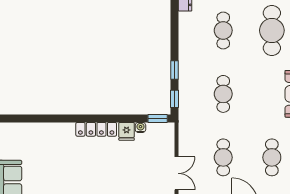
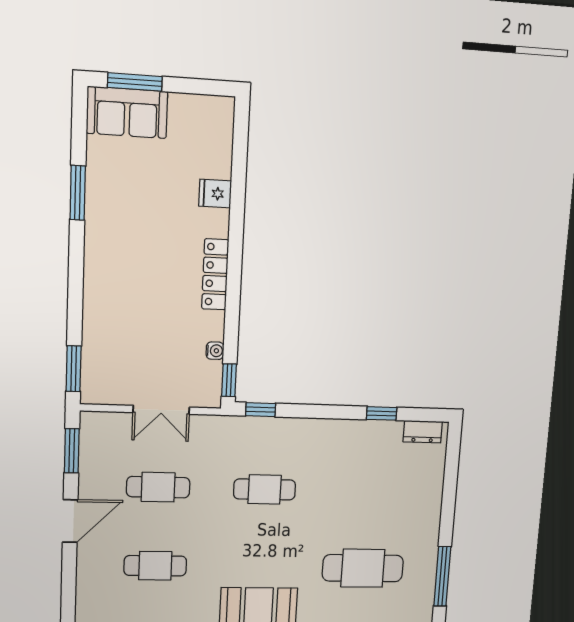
cafe table: (223, 30) -> (368, 492), removed
window: (175, 70) -> (382, 413), moved
fridge: (127, 131) -> (215, 194), moved
double door: (177, 173) -> (161, 410), moved

